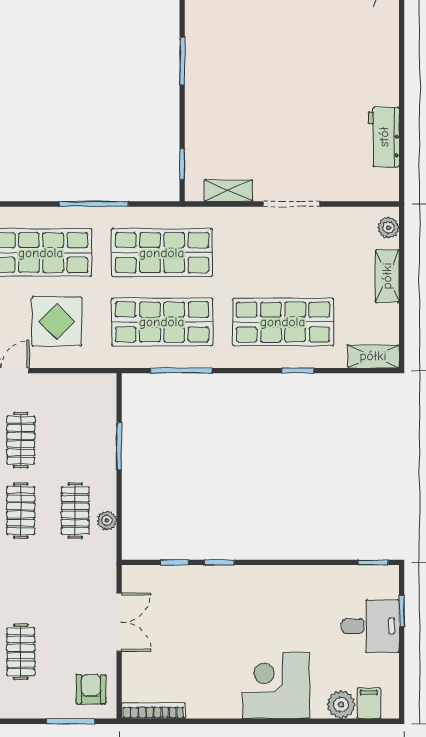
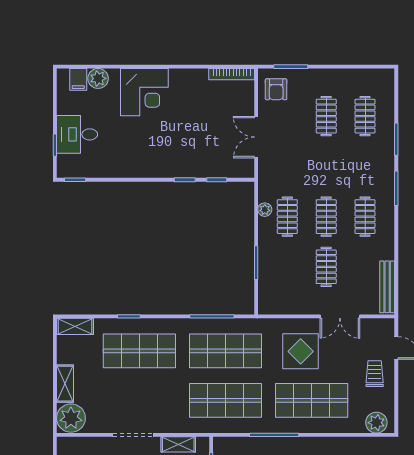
plant: (388, 228) -> (71, 418), width x1.88, depth x1.88

